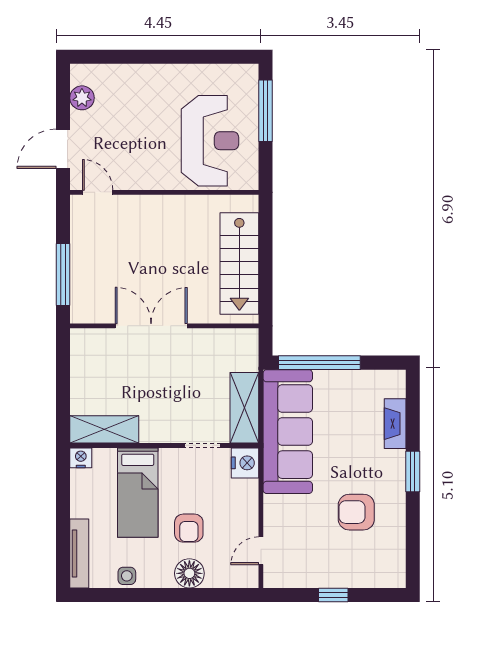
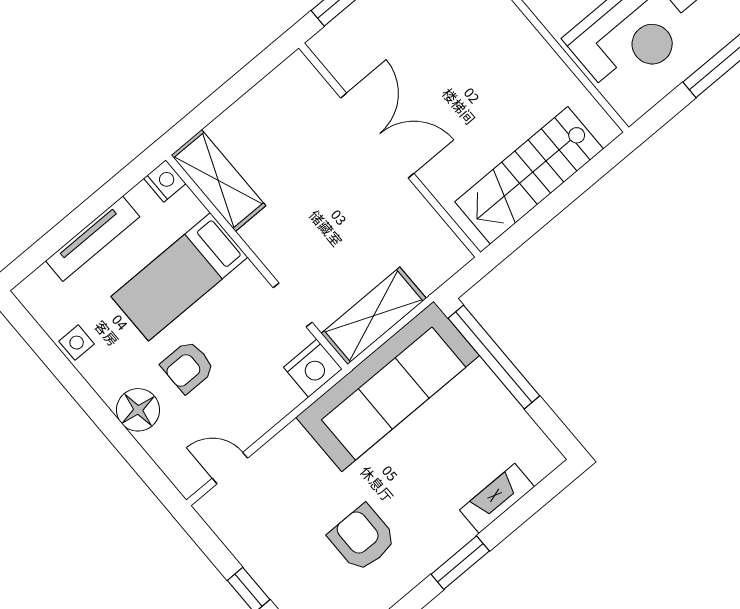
tv unit: (79, 554) -> (93, 239), moved

